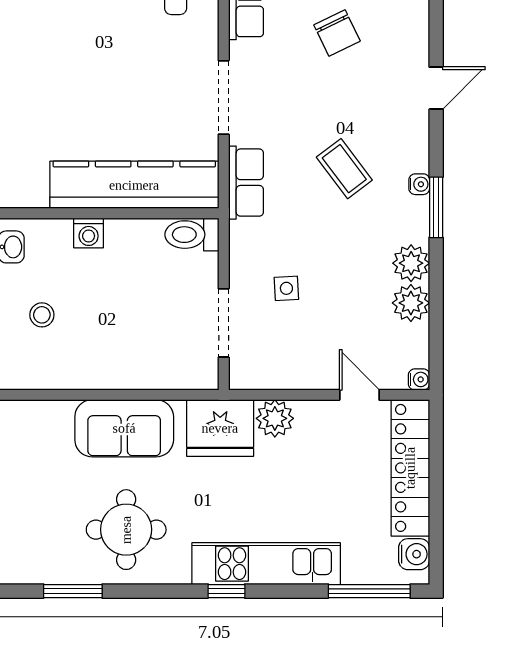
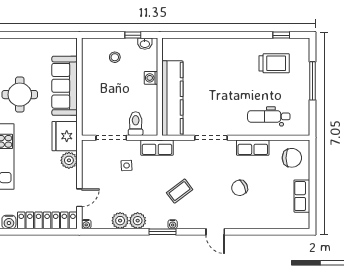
row of seats: (246, 183) -> (157, 148), moved
toilet: (192, 235) -> (136, 124), moved
sofa: (124, 428) -> (65, 86), width x1.36

